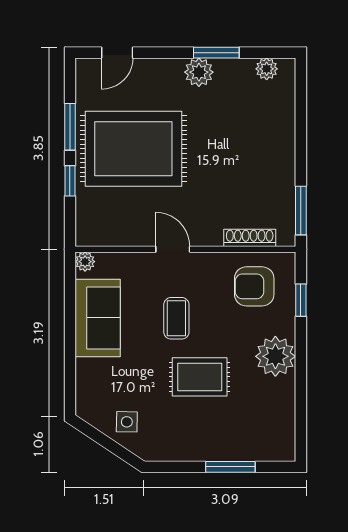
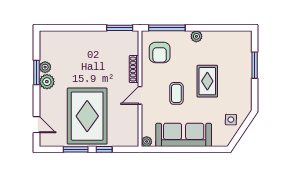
plant: (267, 69) -> (45, 67), moved
shoe rack: (250, 238) -> (134, 69), moved
window: (301, 300) -> (167, 28), width x2.17
sofa: (98, 318) -> (184, 135), width x1.36
coffee table: (176, 318) -> (176, 93), turned 90
plant: (275, 356) -> (196, 36), width x0.53, depth x0.53

